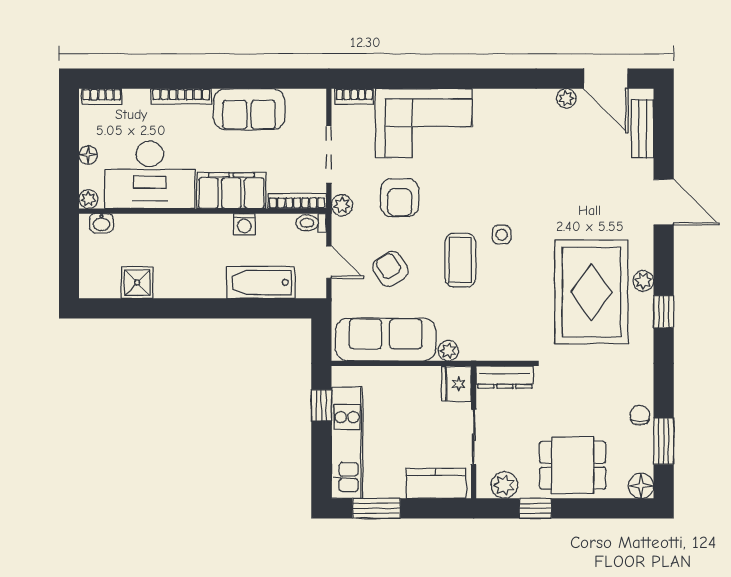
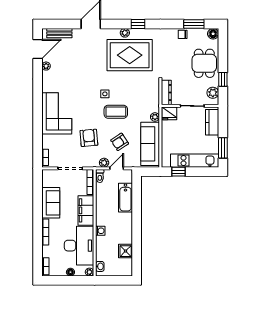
corner sofa: (424, 123) -> (57, 113), moved
armchair: (400, 198) -> (89, 138), turned -95
plant: (342, 205) -> (104, 163), moved
washing machine: (244, 224) -> (100, 231), moved

